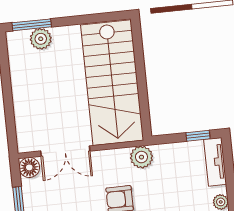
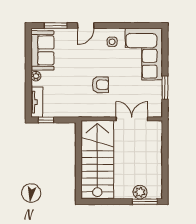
plant: (141, 157) -> (84, 110), removed
floor lamp: (29, 167) -> (156, 111), removed

